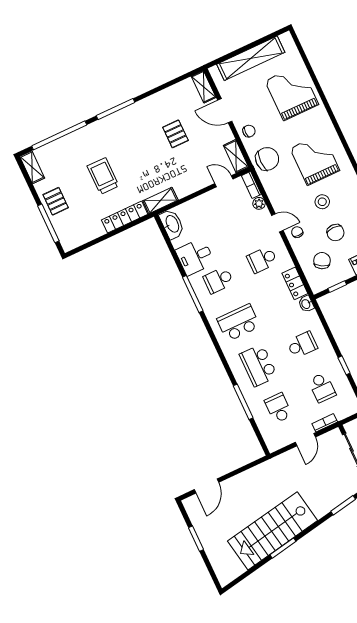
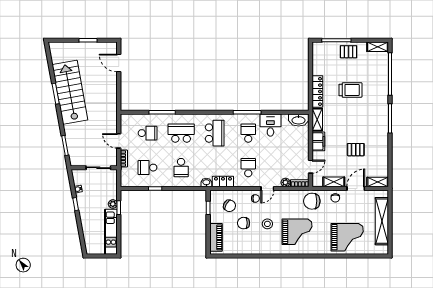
shelving: (236, 156) -> (334, 182), moved
chair: (267, 159) -> (312, 201), turned 90
filing cabinet: (187, 186) -> (318, 141), added

